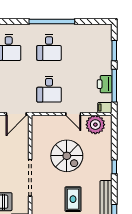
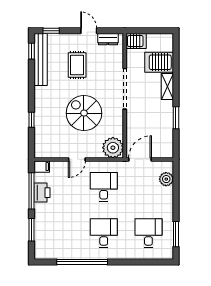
window: (52, 22) -> (82, 262), moved
door: (73, 114) -> (77, 159), swing flipped
plant: (95, 125) -> (113, 148), moved
window: (114, 167) -> (31, 120), moved

